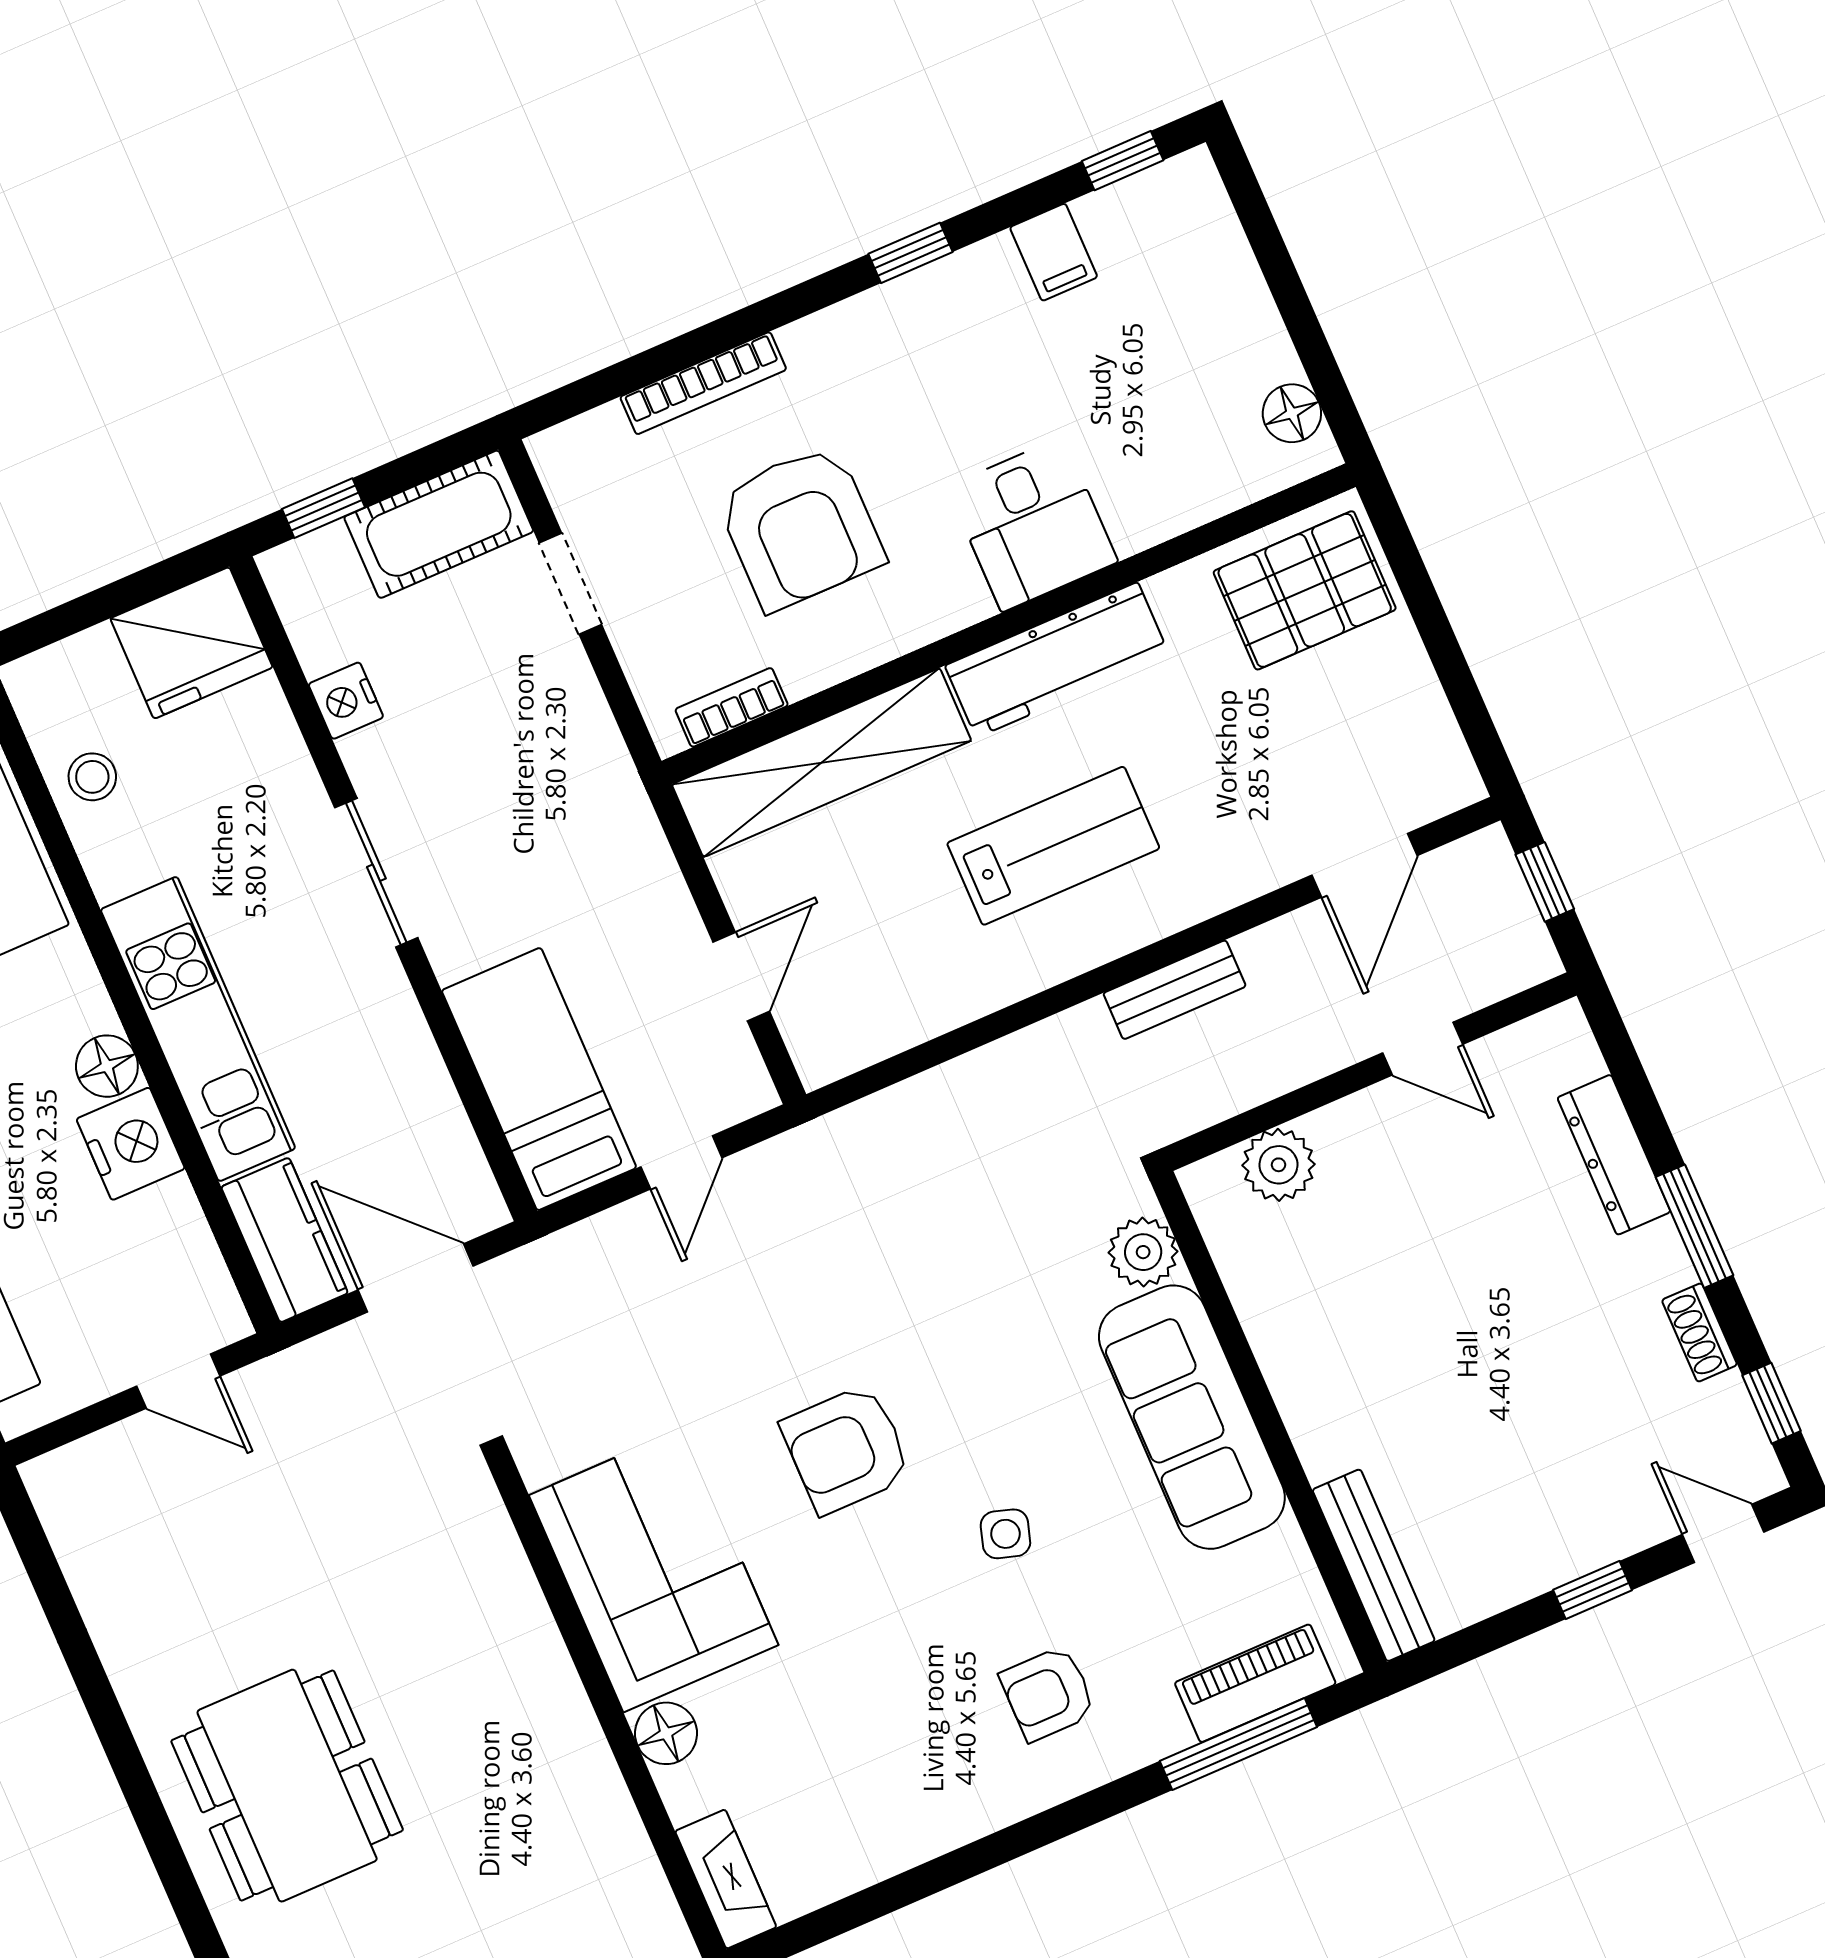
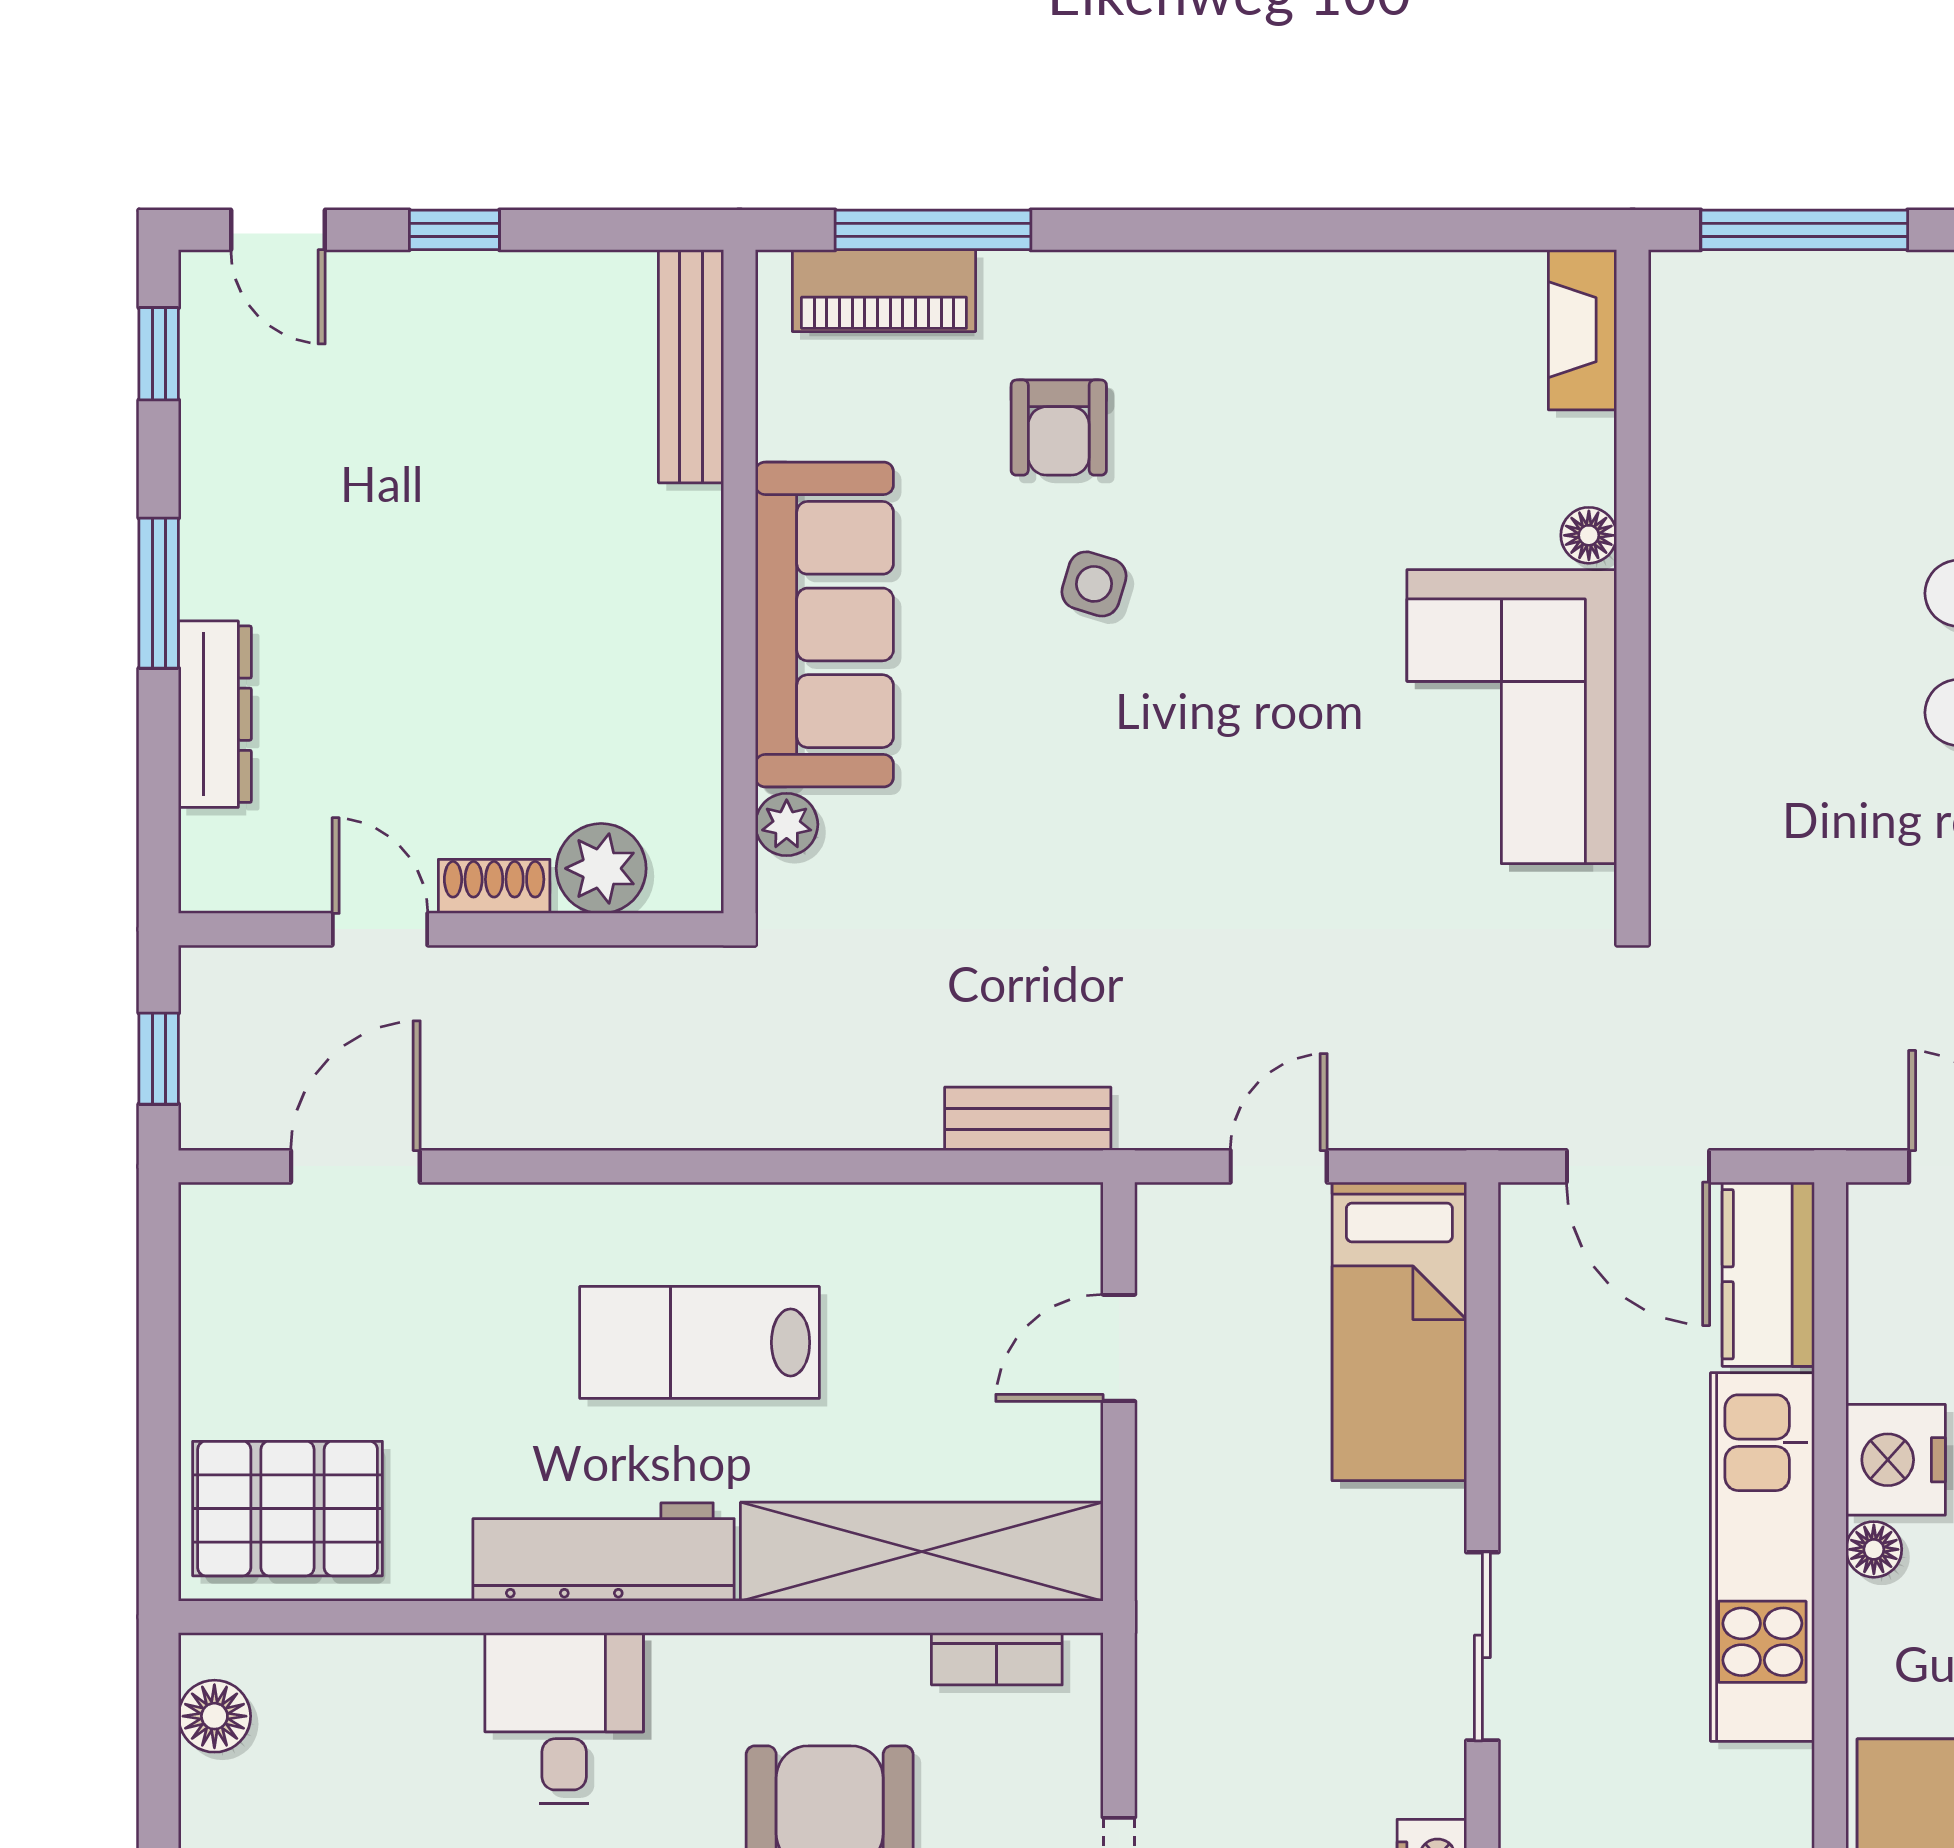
bench: (1175, 990) -> (1028, 1119), moved
floor lamp: (107, 1066) -> (1874, 1549), width x0.73, depth x0.73
plant: (1143, 1252) -> (787, 824), width x0.73, depth x0.73
shoe rack: (1699, 1332) -> (494, 886), moved, turned -90
armchair: (846, 1449) -> (1233, 759), removed
armchair: (1048, 1694) -> (1059, 428), moved, turned 90
floor lamp: (666, 1733) -> (1589, 535), width x0.73, depth x0.73

